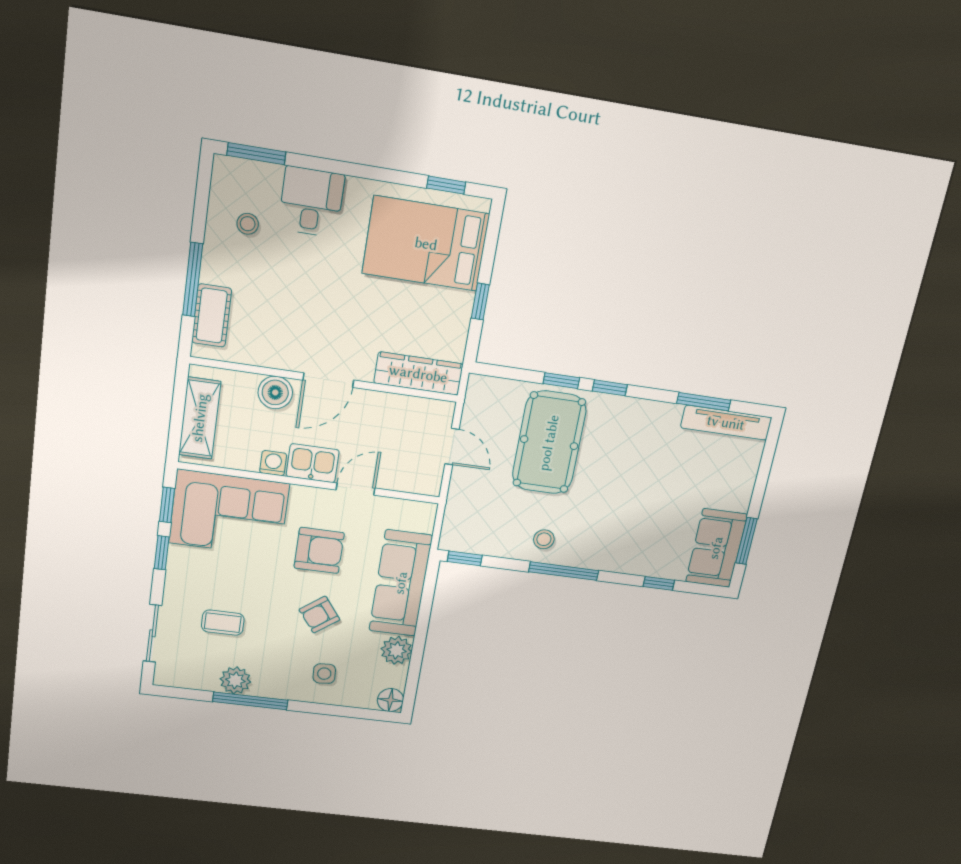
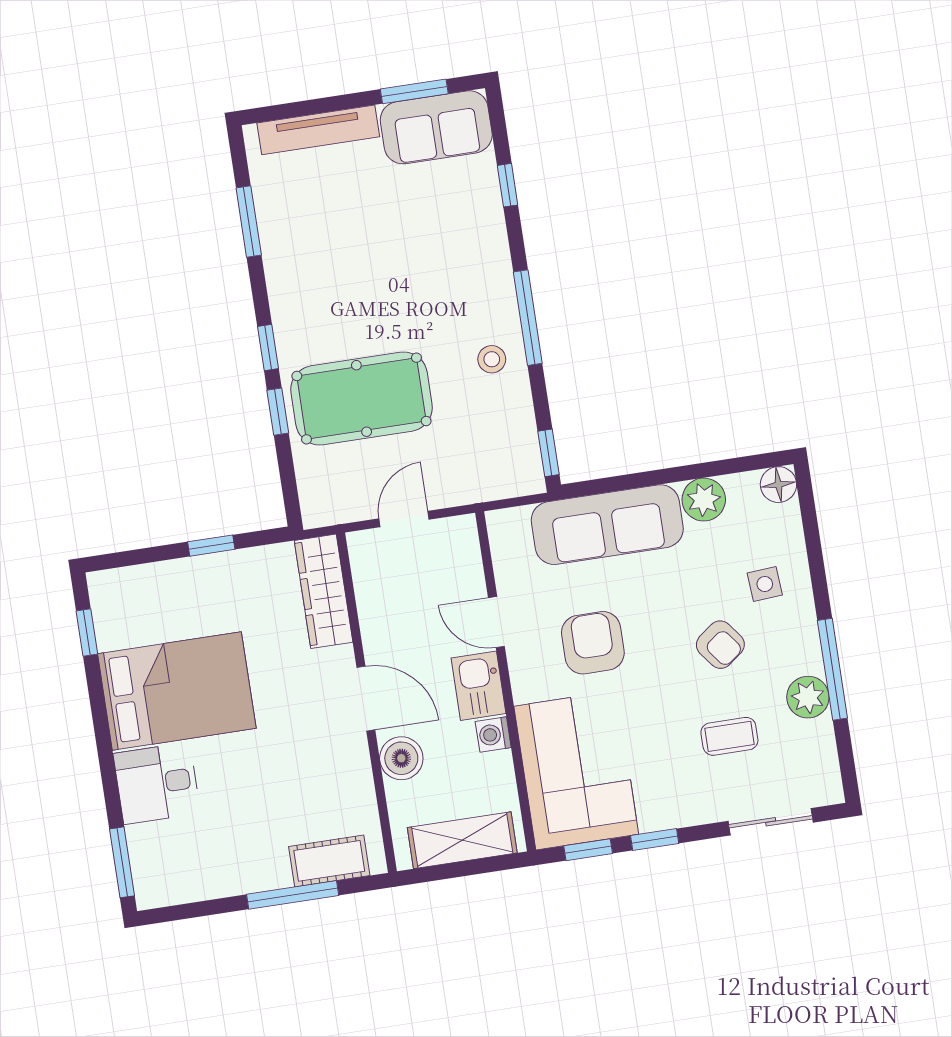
stool: (248, 224) -> (206, 849), removed
bed: (426, 244) -> (177, 691), moved, turned -90
tv unit: (726, 423) -> (318, 130), moved, turned 90
armchair: (319, 615) -> (720, 645), moved
coffee table: (223, 623) -> (729, 736), turned 90

